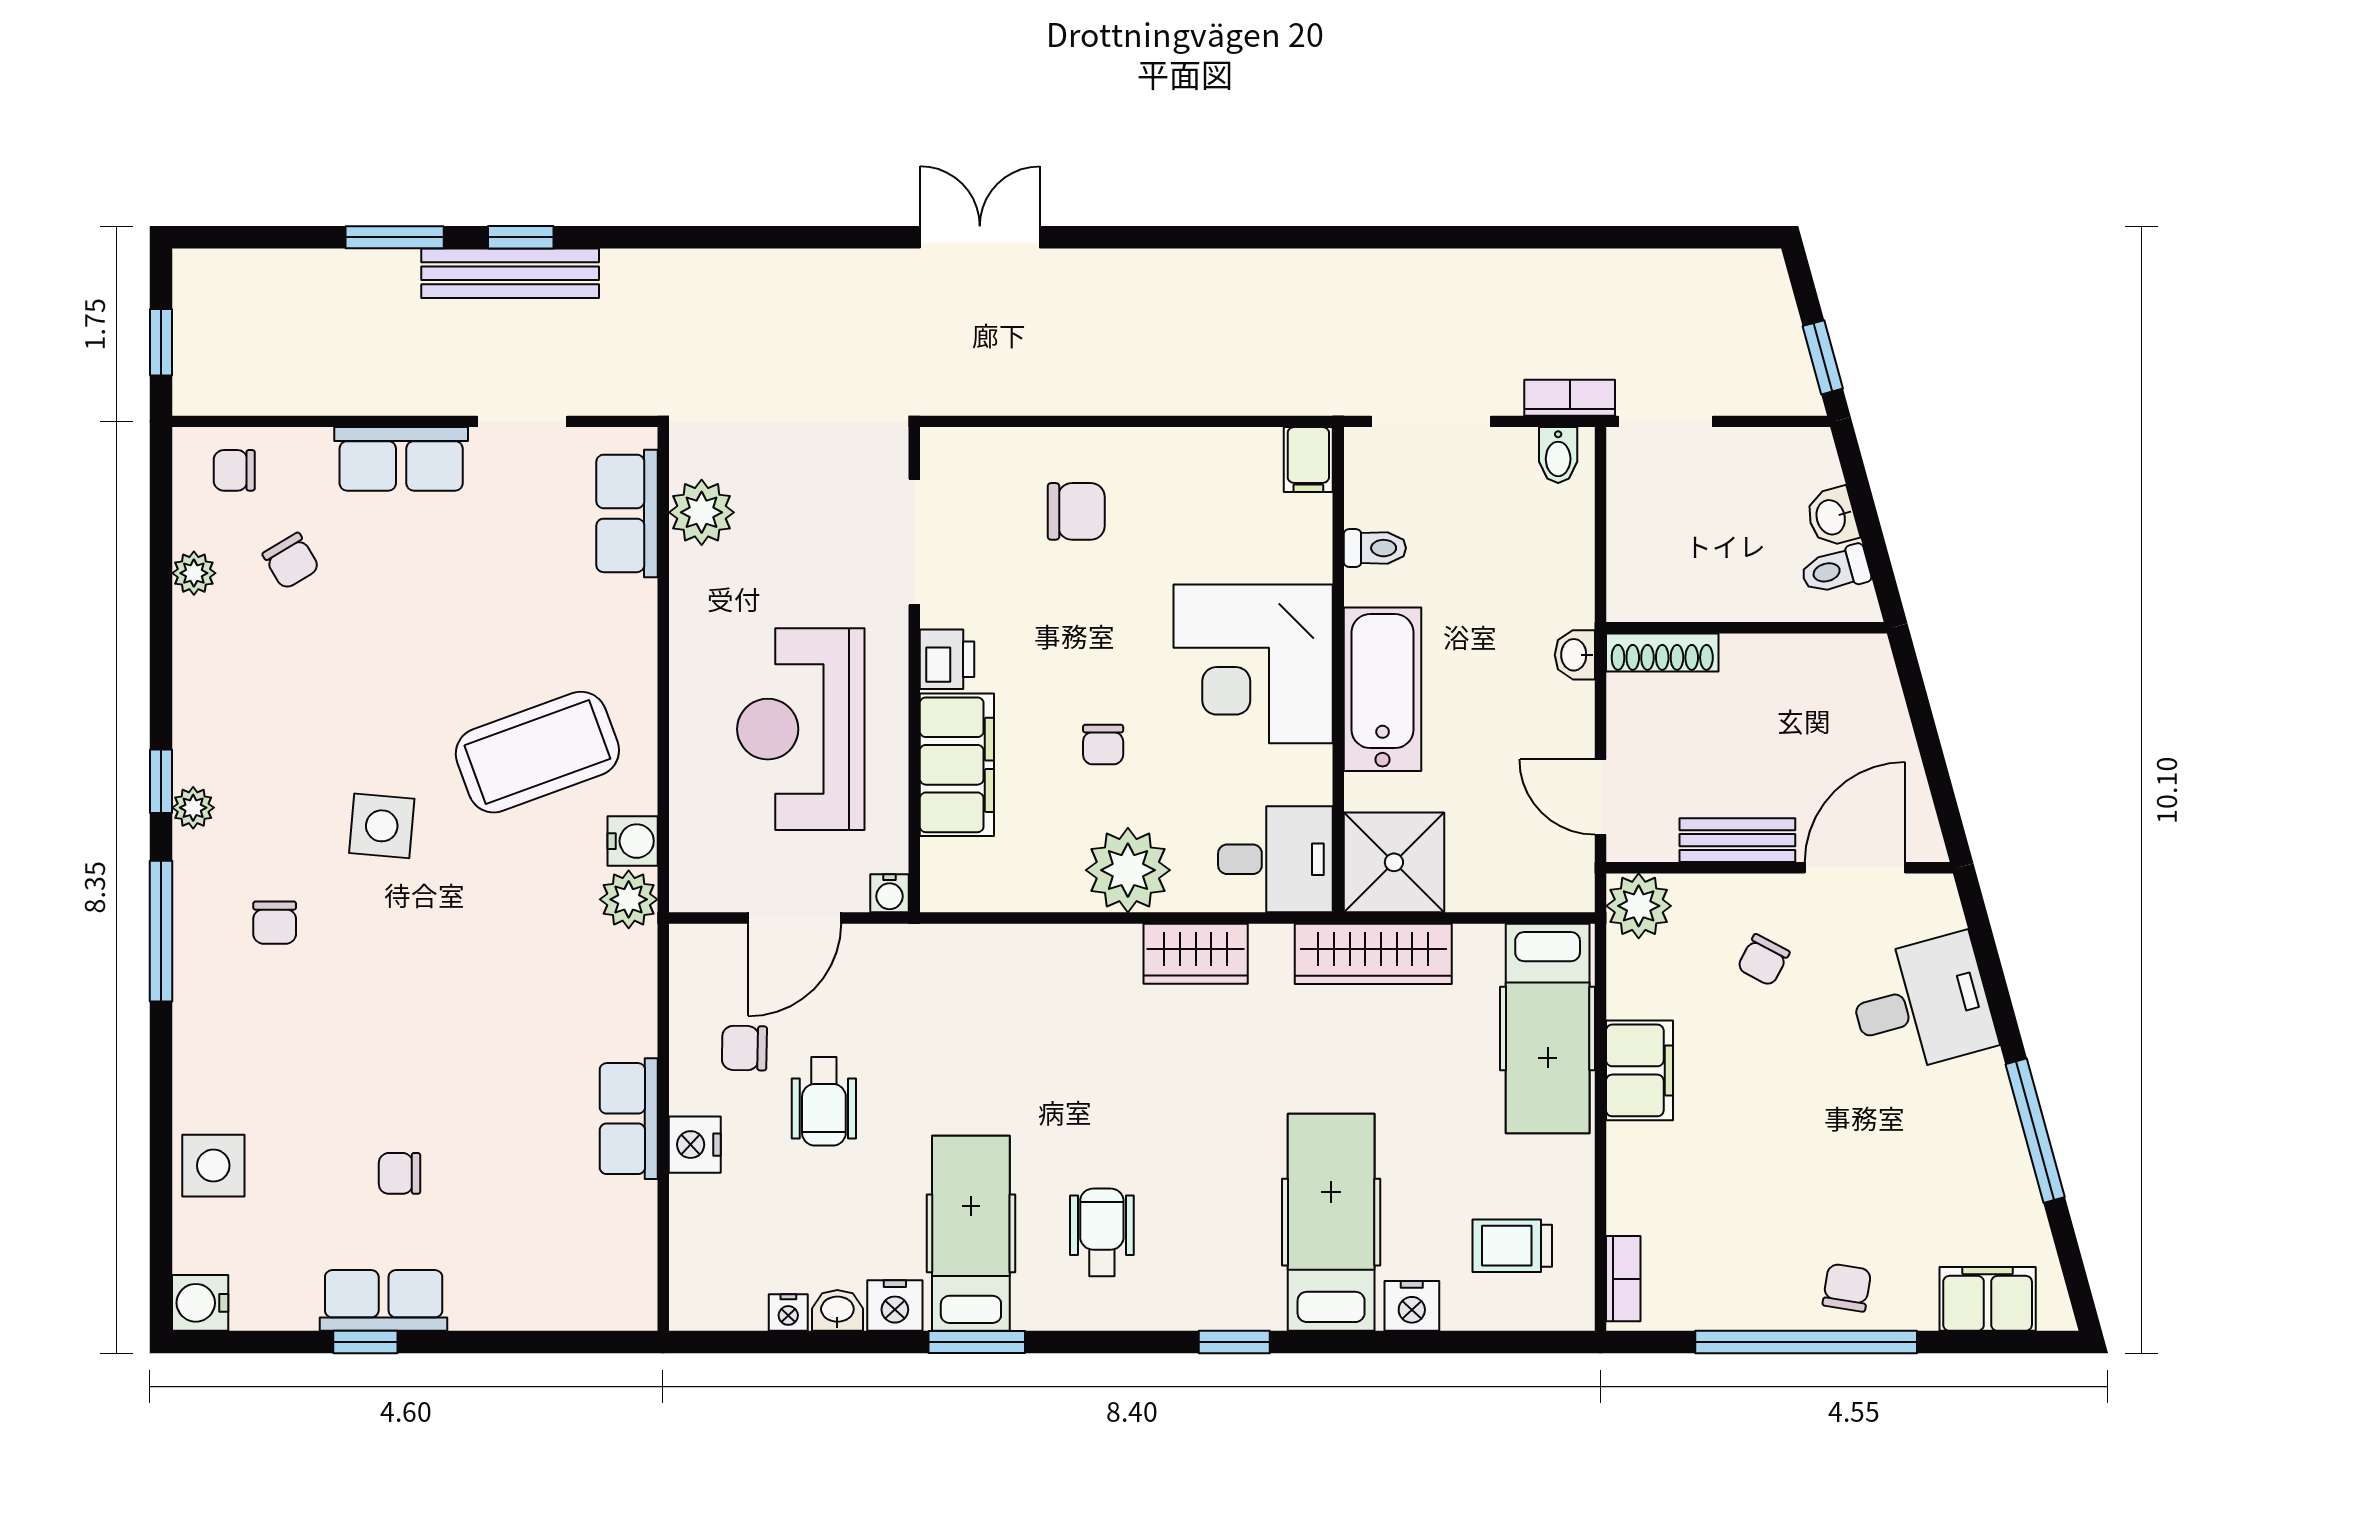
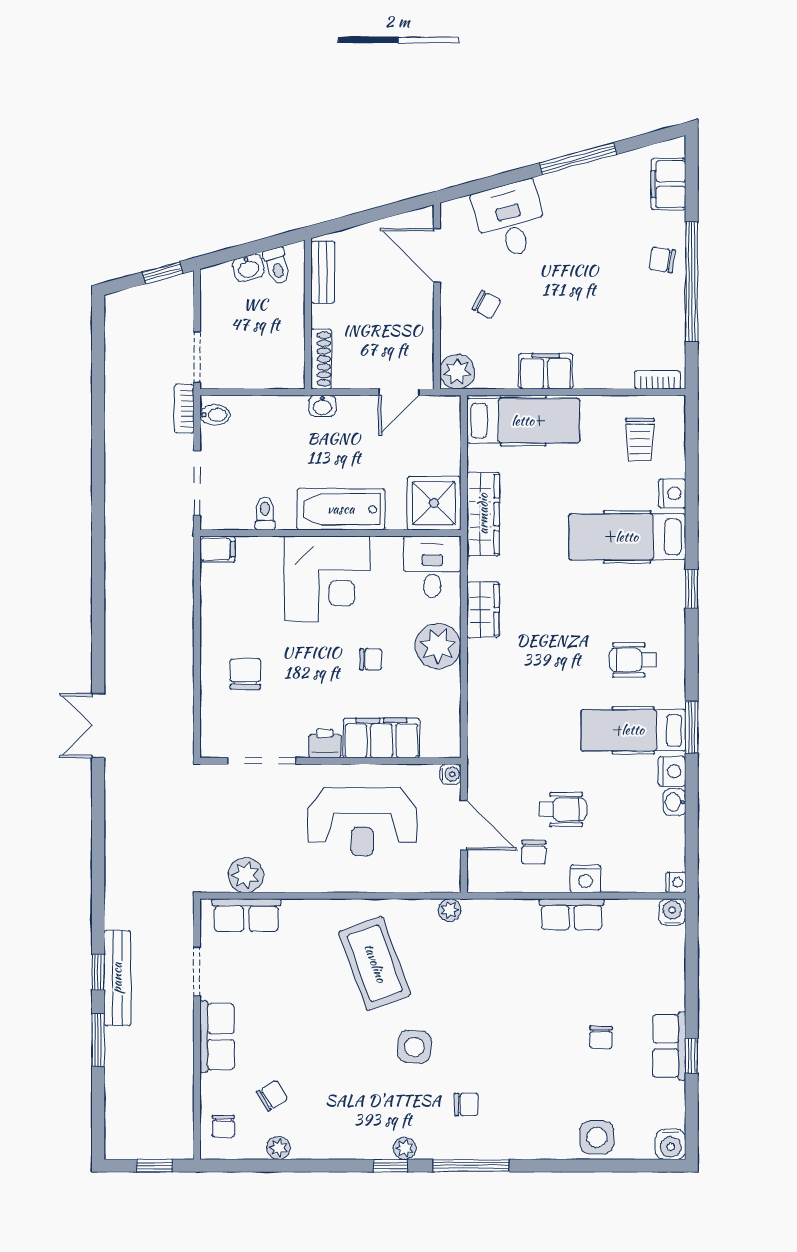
bench: (1737, 840) -> (323, 272), moved
water cooler: (633, 841) -> (672, 912), moved
plant: (629, 899) -> (450, 910), width x0.73, depth x0.73
nightstand: (788, 1313) -> (676, 882), moved

